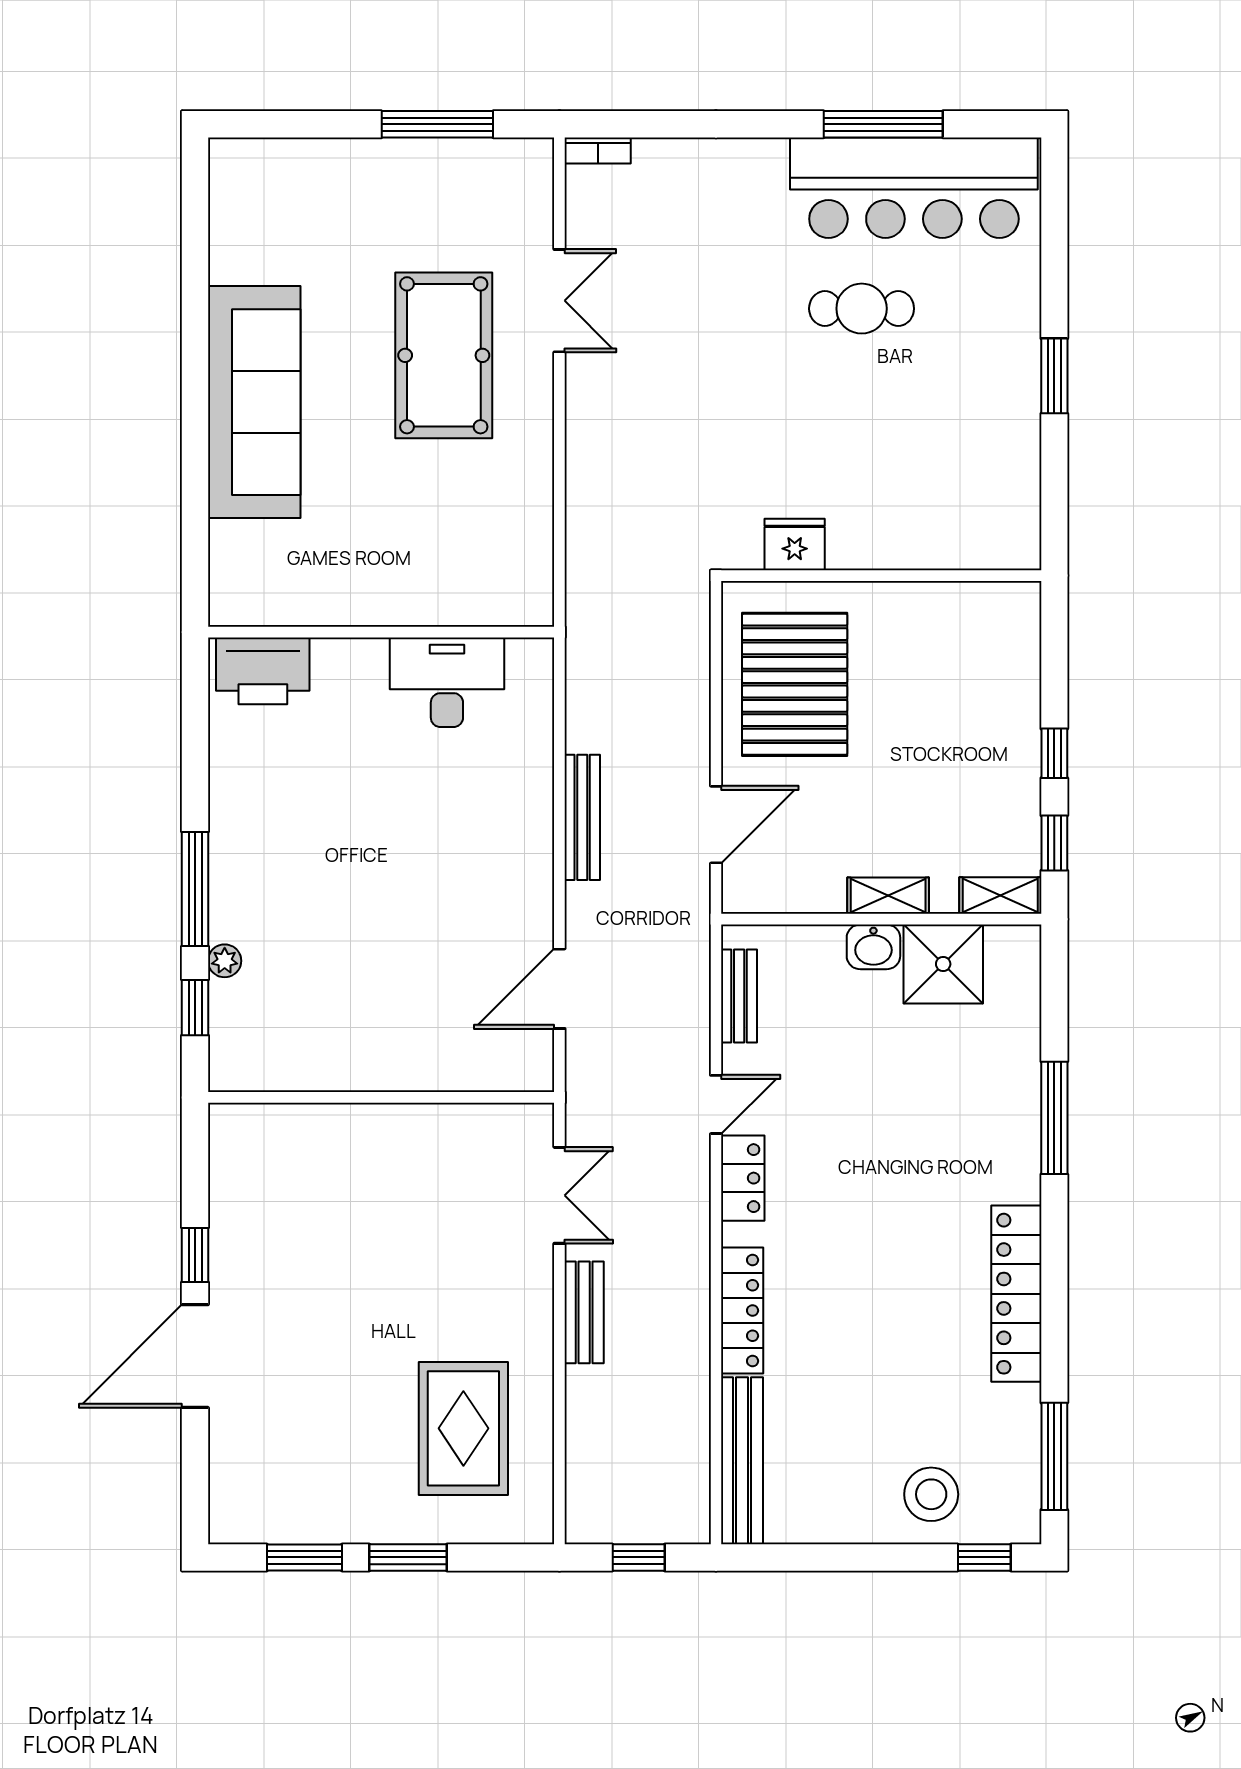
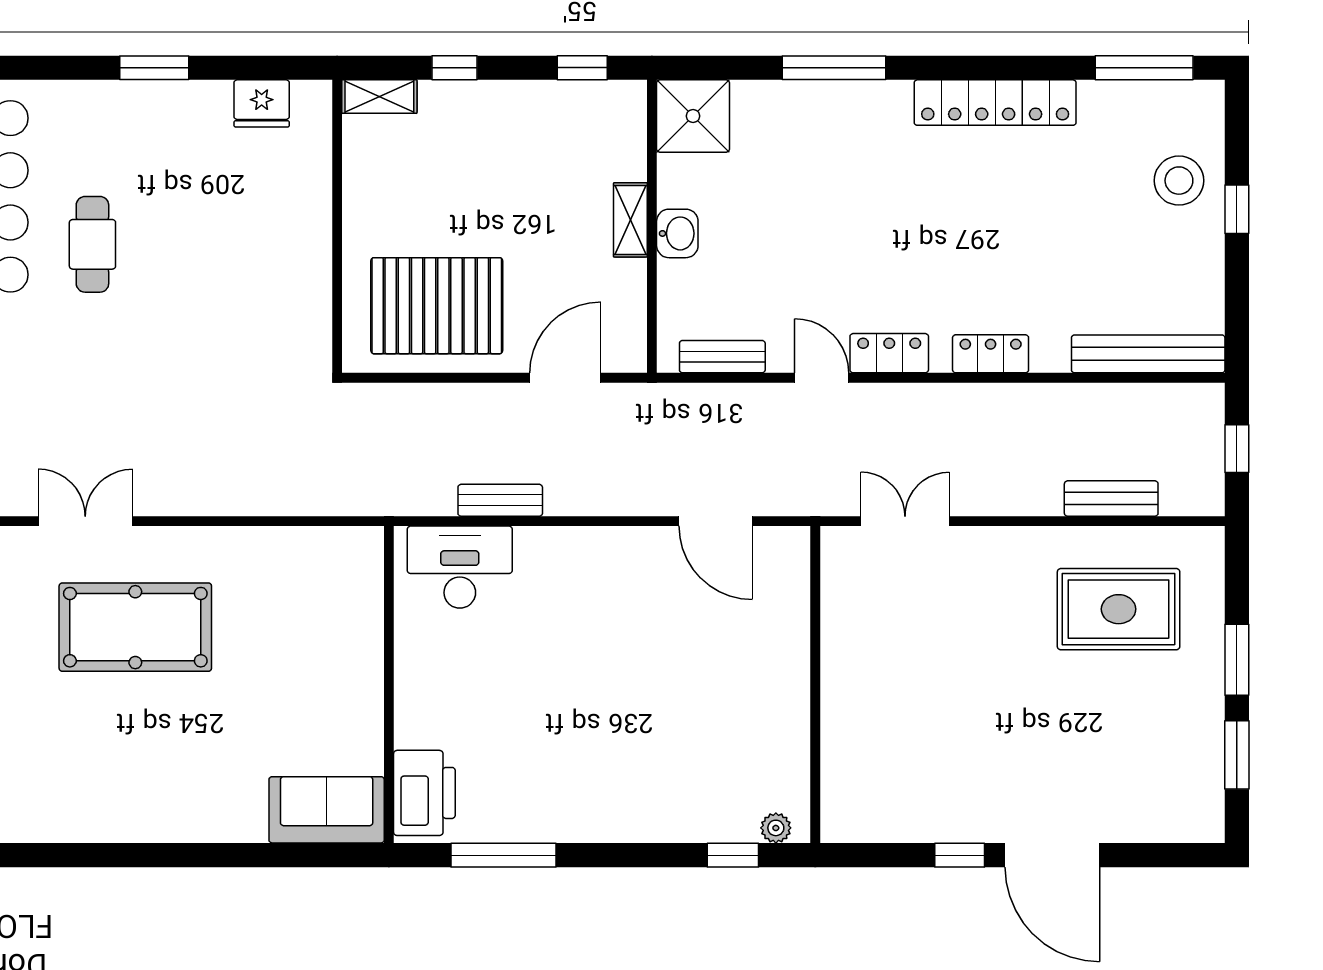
sofa: (254, 402) -> (327, 810), moved, width x0.54, depth x0.79
fridge: (795, 544) -> (262, 103), moved, turned -90
desk: (447, 682) -> (460, 567), moved, turned 90
window: (1054, 753) -> (455, 68), moved
bench: (582, 817) -> (500, 500), moved, width x0.73
door: (716, 825) -> (565, 378), hinge flipped
window: (195, 889) -> (504, 855), moved
shelving: (1000, 895) -> (379, 97), moved, turned 90
plant: (225, 961) -> (776, 828), moved
shower: (943, 964) -> (693, 116), moved
locker: (742, 1311) -> (991, 354), width x0.66
bench: (584, 1312) -> (1111, 499), moved
window: (984, 1557) -> (1237, 209), moved

